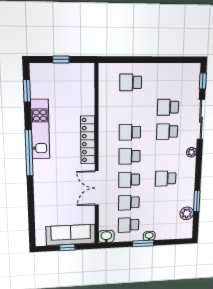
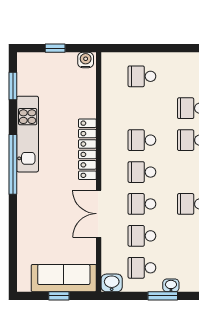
water cooler: (86, 69) -> (86, 60), added

